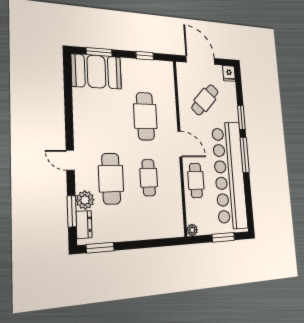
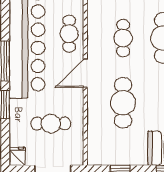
cafe table: (205, 100) -> (51, 124), turned 47
door: (180, 144) -> (85, 73), hinge flipped

